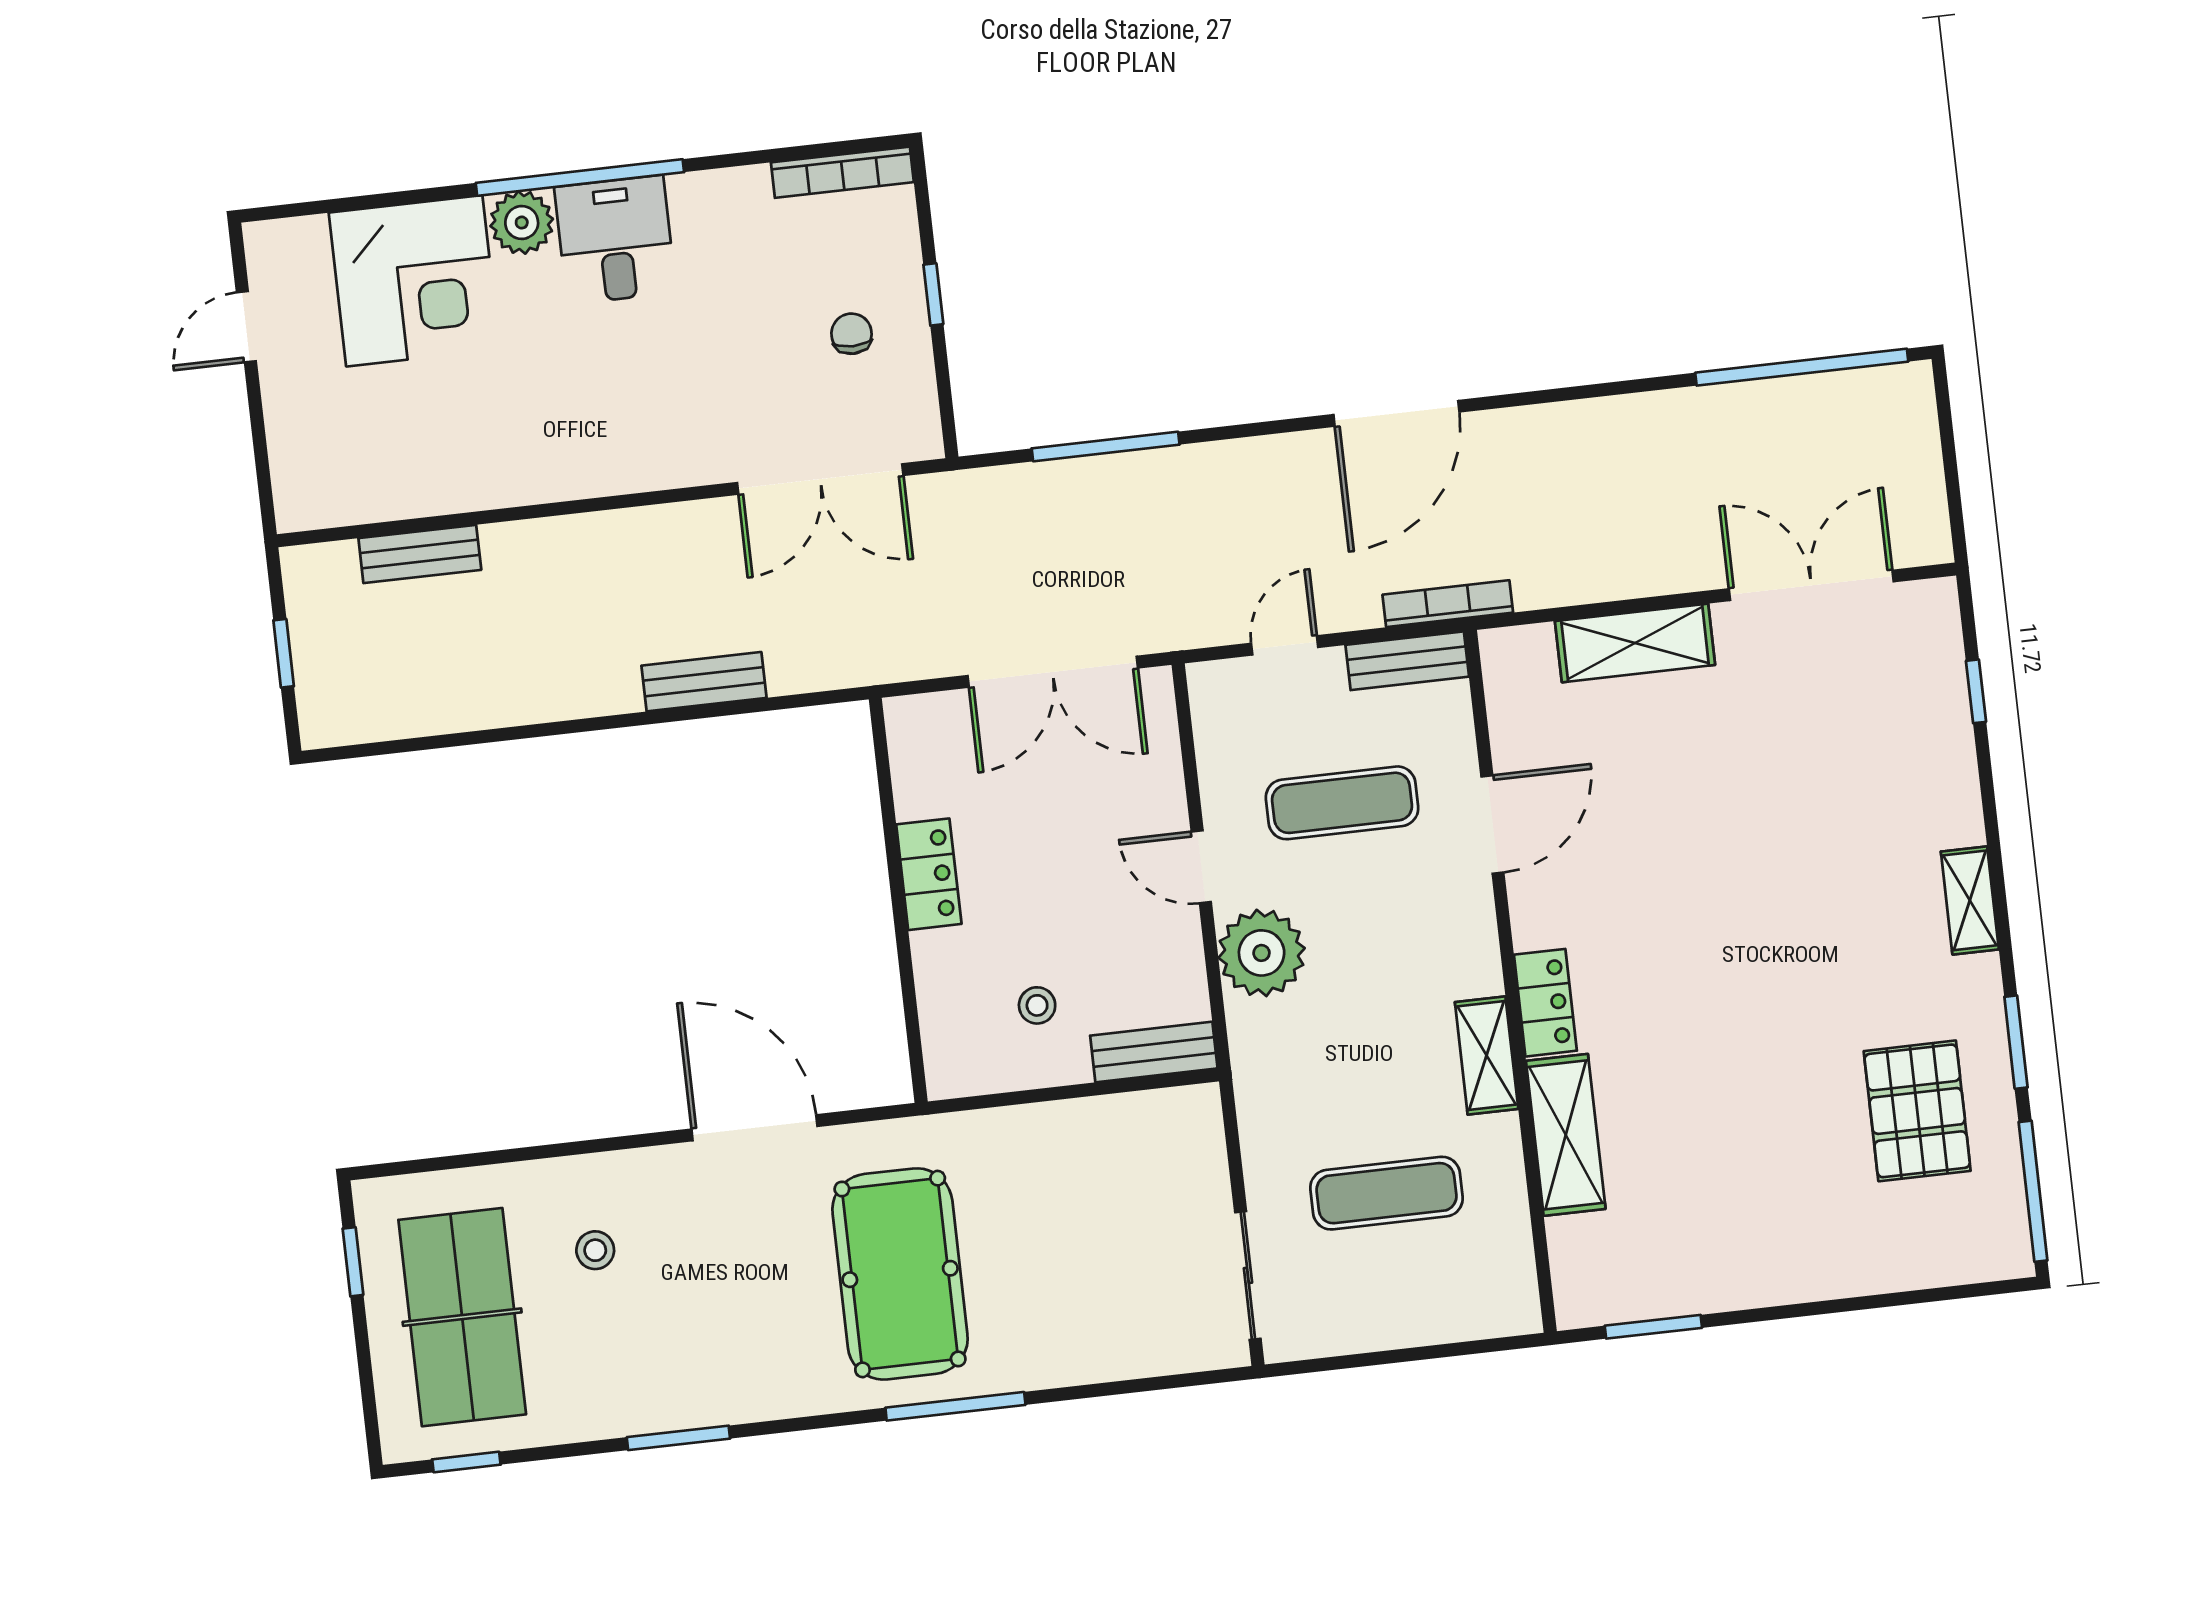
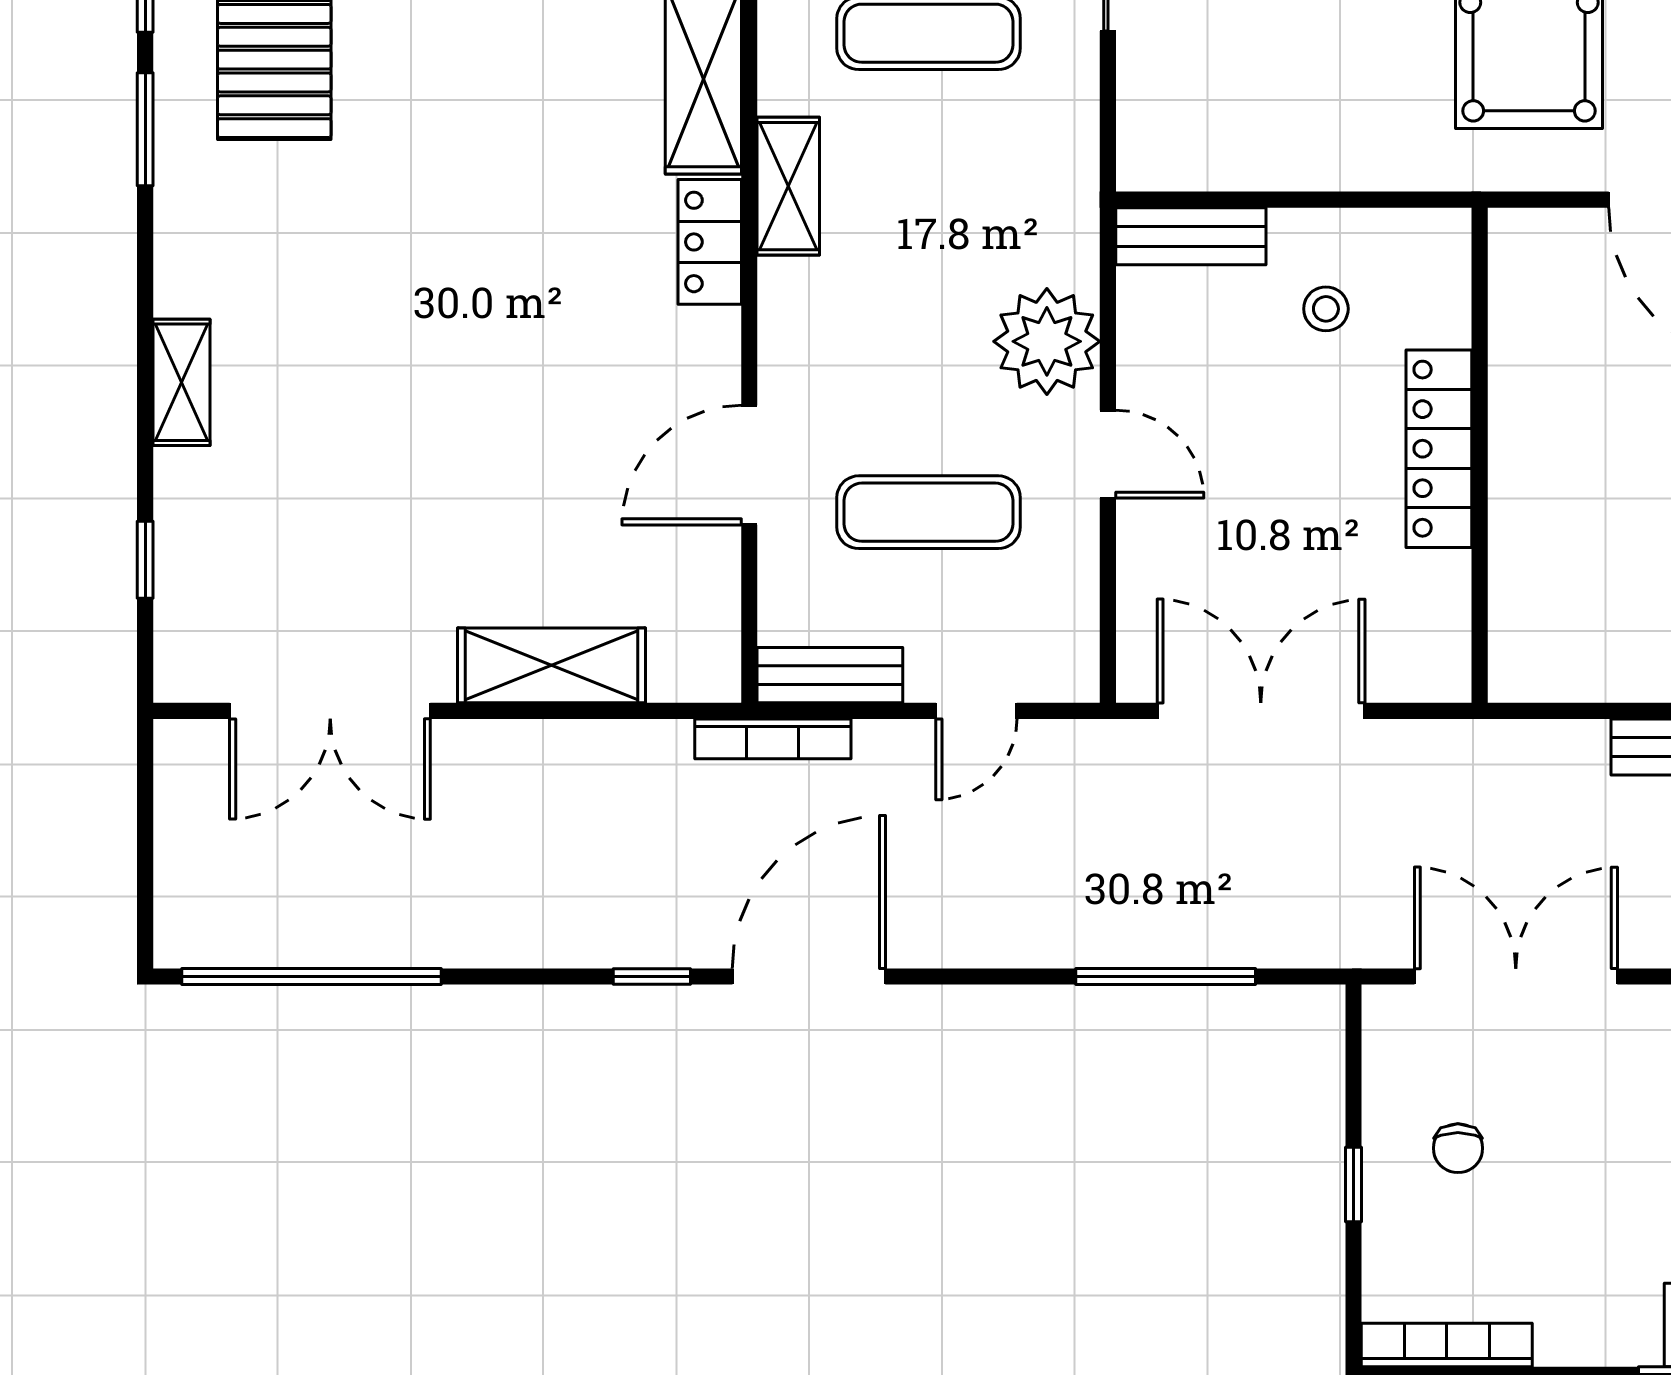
window: (1524, 399) -> (652, 977), added
locker: (929, 874) -> (1439, 449), width x1.53
shelving: (1970, 900) -> (181, 382), moved

